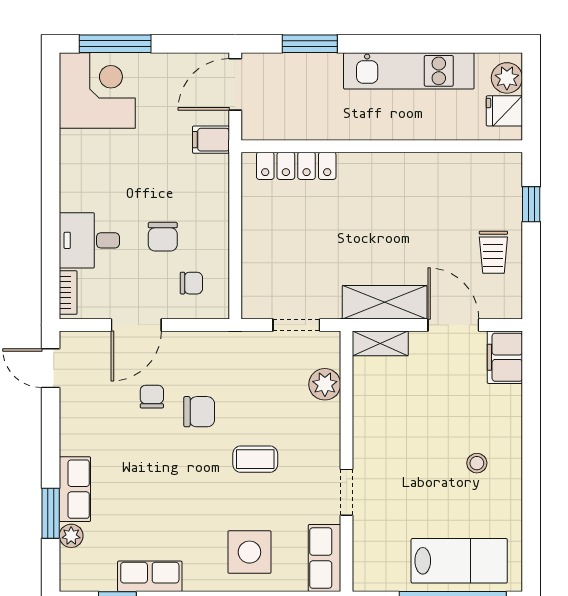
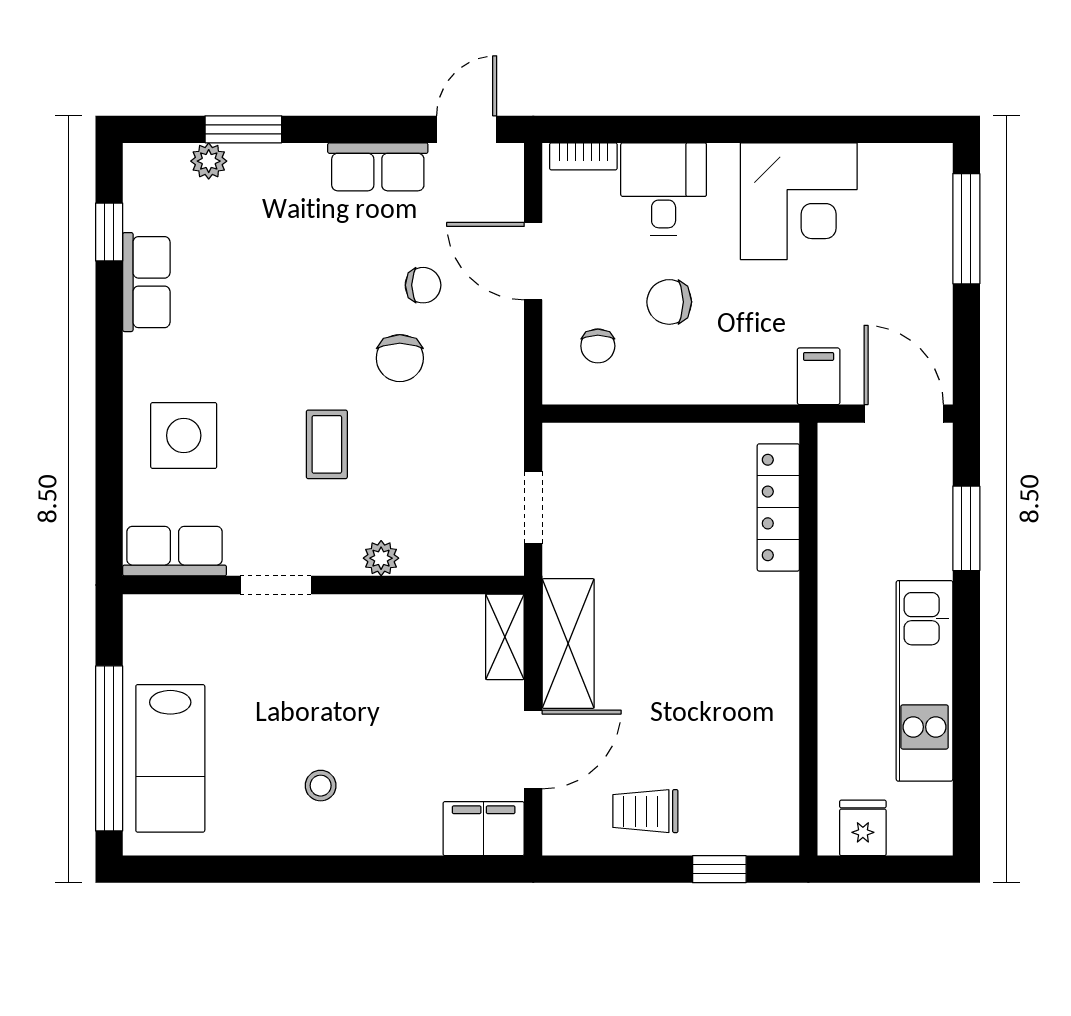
plant: (507, 78) -> (914, 832), removed
corner desk: (97, 90) -> (799, 201), moved
plant: (325, 384) -> (381, 558), moved, width x0.73, depth x0.73
row of seats: (75, 489) -> (378, 167), moved

